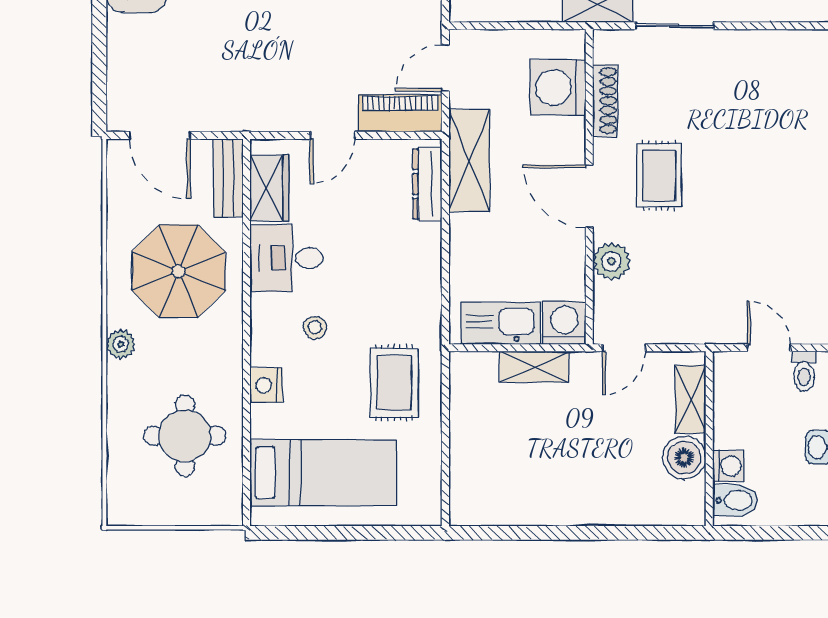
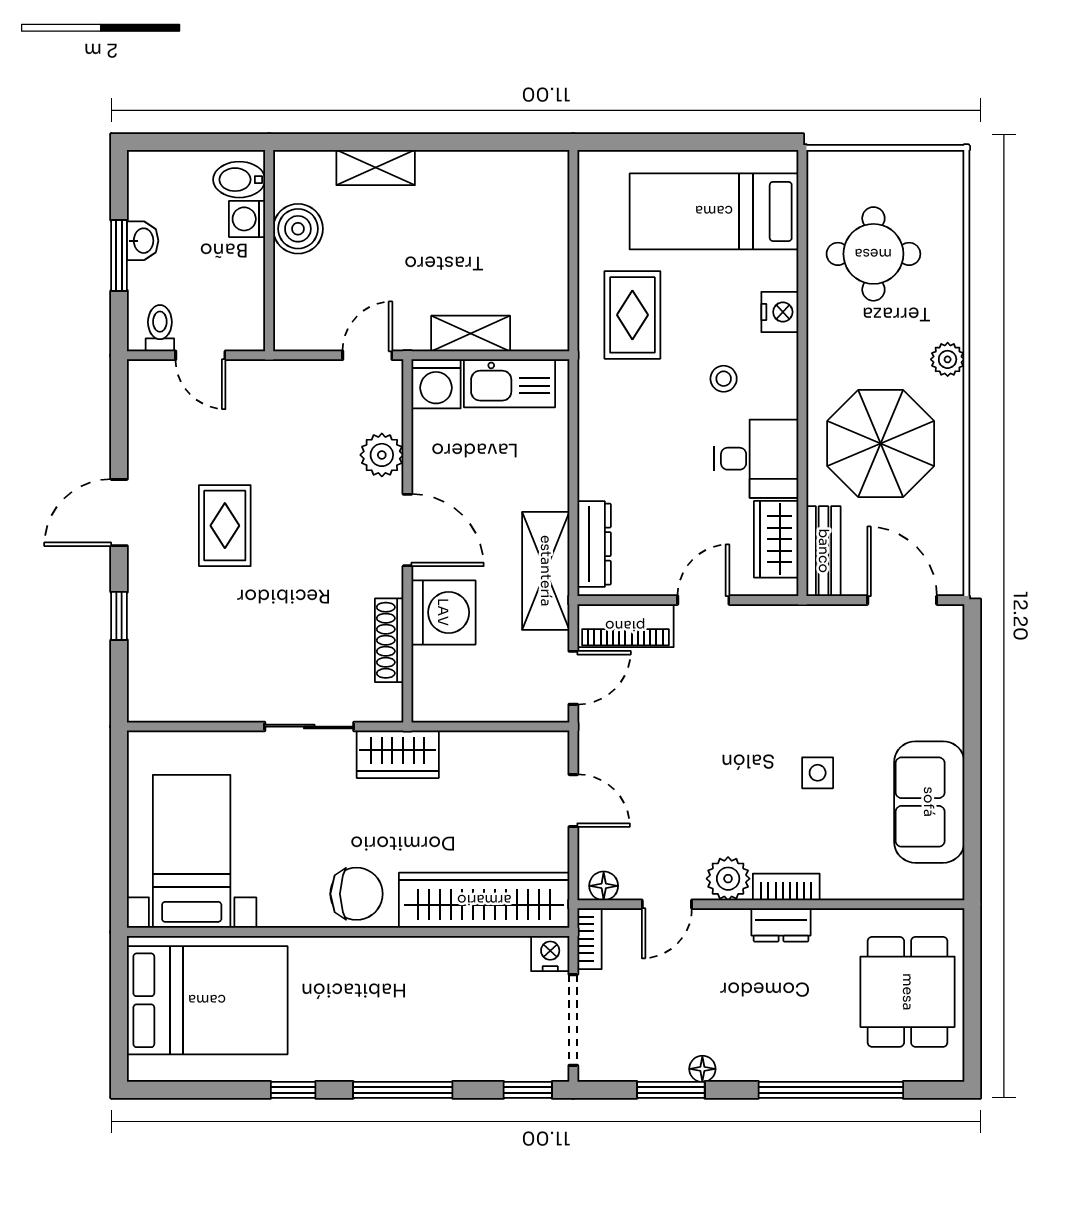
washing machine: (558, 87) -> (443, 612), moved
rug: (659, 175) -> (225, 526), moved
shelving: (690, 399) -> (376, 168), moved, turned 90

